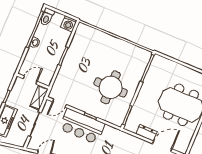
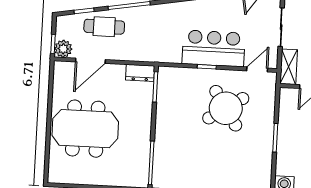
round table: (111, 87) -> (226, 108), moved, turned -33
dresser: (146, 133) -> (140, 73), moved

